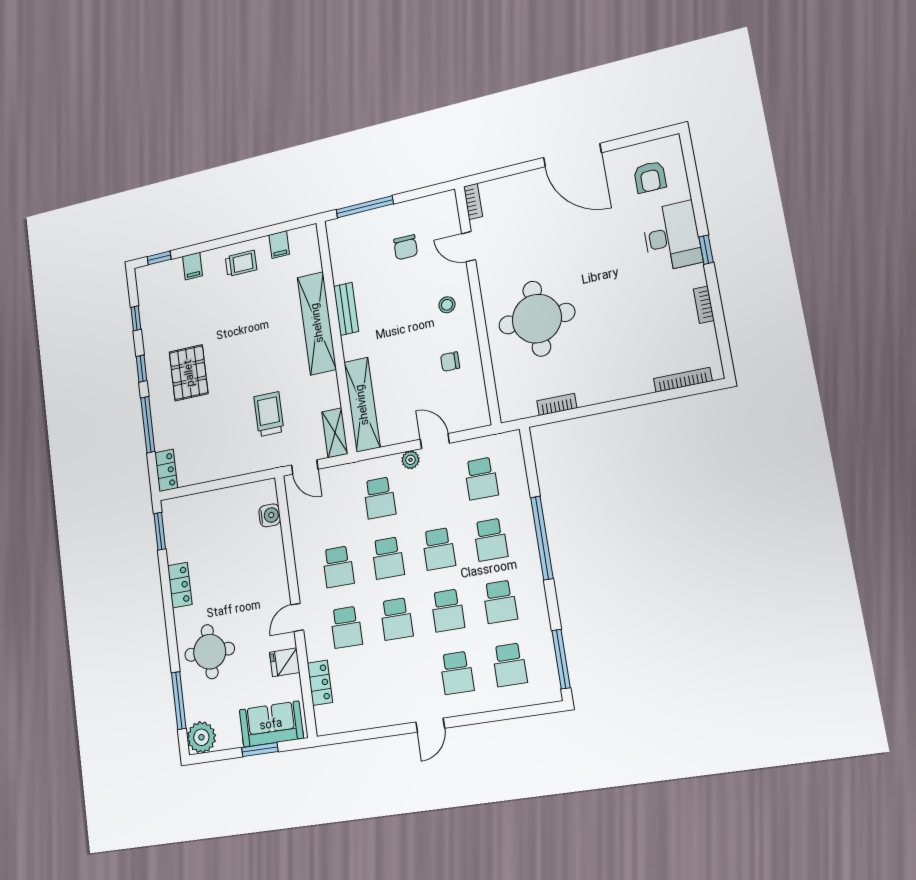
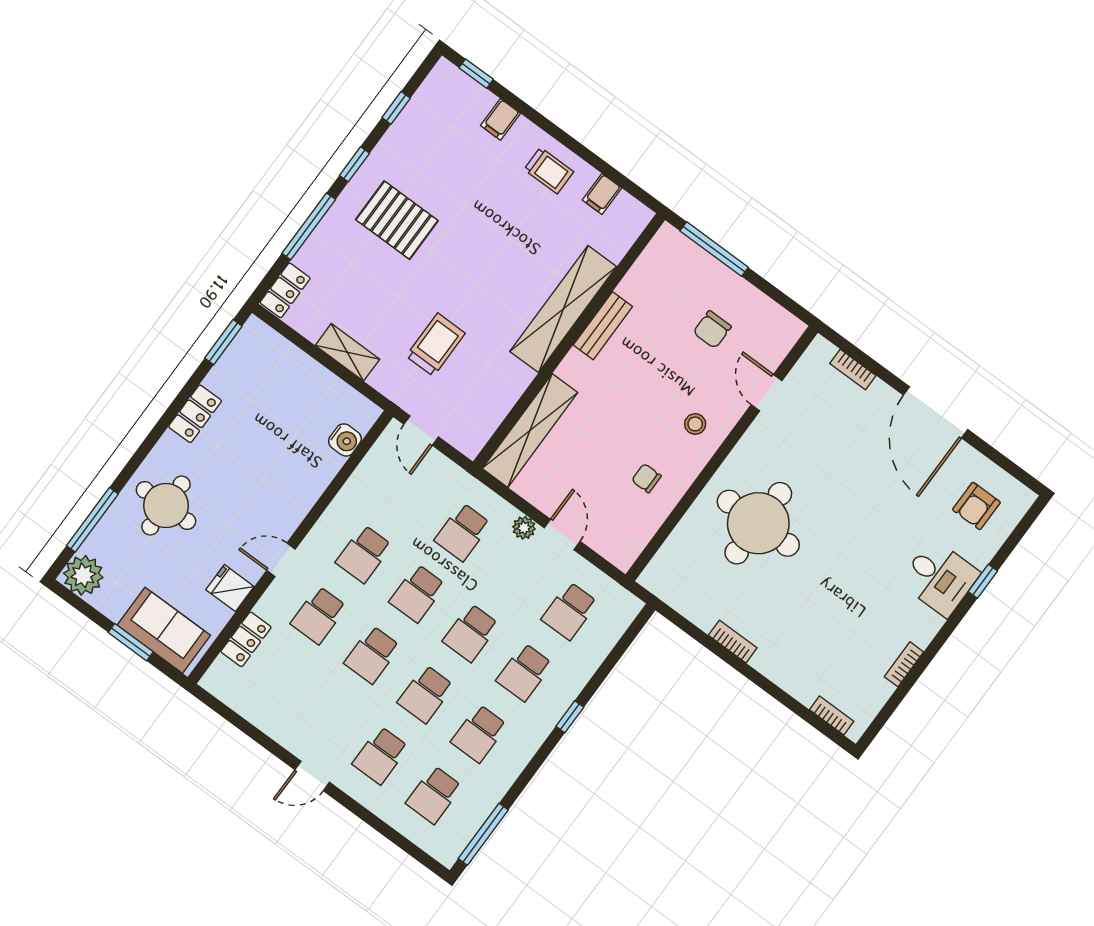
bookcase: (473, 202) -> (853, 370), moved, turned 90
desk: (672, 237) -> (940, 578), width x0.73
window: (706, 250) -> (983, 581), moved
pallet: (189, 373) -> (397, 220), turned 90
bookcase: (683, 380) -> (832, 716), width x0.64
bookcase: (557, 404) -> (733, 642), moved
shelving: (335, 433) -> (347, 352), moved, turned 90
window: (542, 538) -> (570, 717), width x0.32

